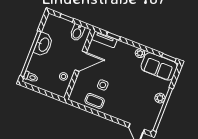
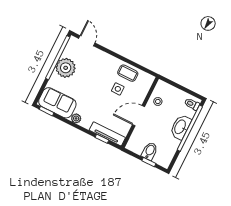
bidet: (77, 32) -> (150, 151), moved
tv unit: (104, 39) -> (107, 134), width x1.41
washbasin: (44, 44) -> (180, 127), moved
plant: (160, 98) -> (66, 68), width x1.88, depth x1.88

